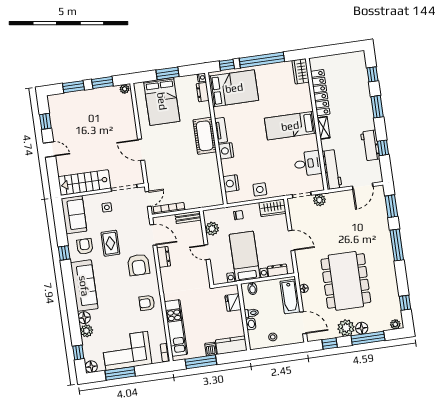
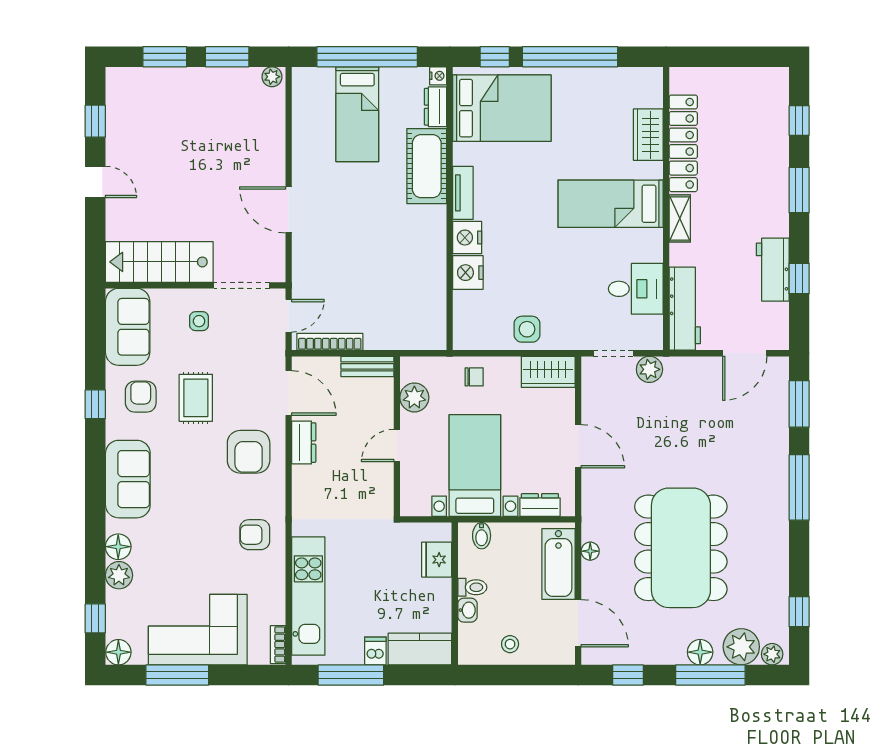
wardrobe: (301, 71) -> (648, 135), moved
window: (167, 73) -> (367, 57), width x2.11
bed: (162, 101) -> (357, 114), width x0.67
cot: (205, 136) -> (427, 166), moved
nightstand: (231, 183) -> (468, 273), moved
door: (207, 252) -> (397, 445), hinge flipped
sofa: (84, 286) -> (128, 479), width x0.73
plant: (346, 328) -> (741, 647), moved

